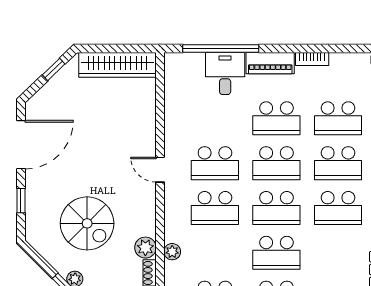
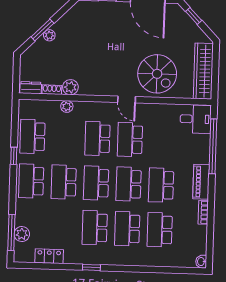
window: (54, 69) -> (194, 16), moved
desk: (225, 74) -> (196, 119), moved
door: (160, 170) -> (127, 100), swing flipped
spiral stairs: (87, 223) -> (157, 74), moved, turned -90

